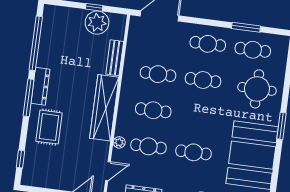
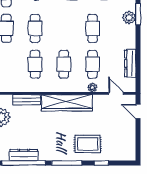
dresser: (40, 86) -> (24, 155), moved
window: (20, 159) -> (101, 163), moved

